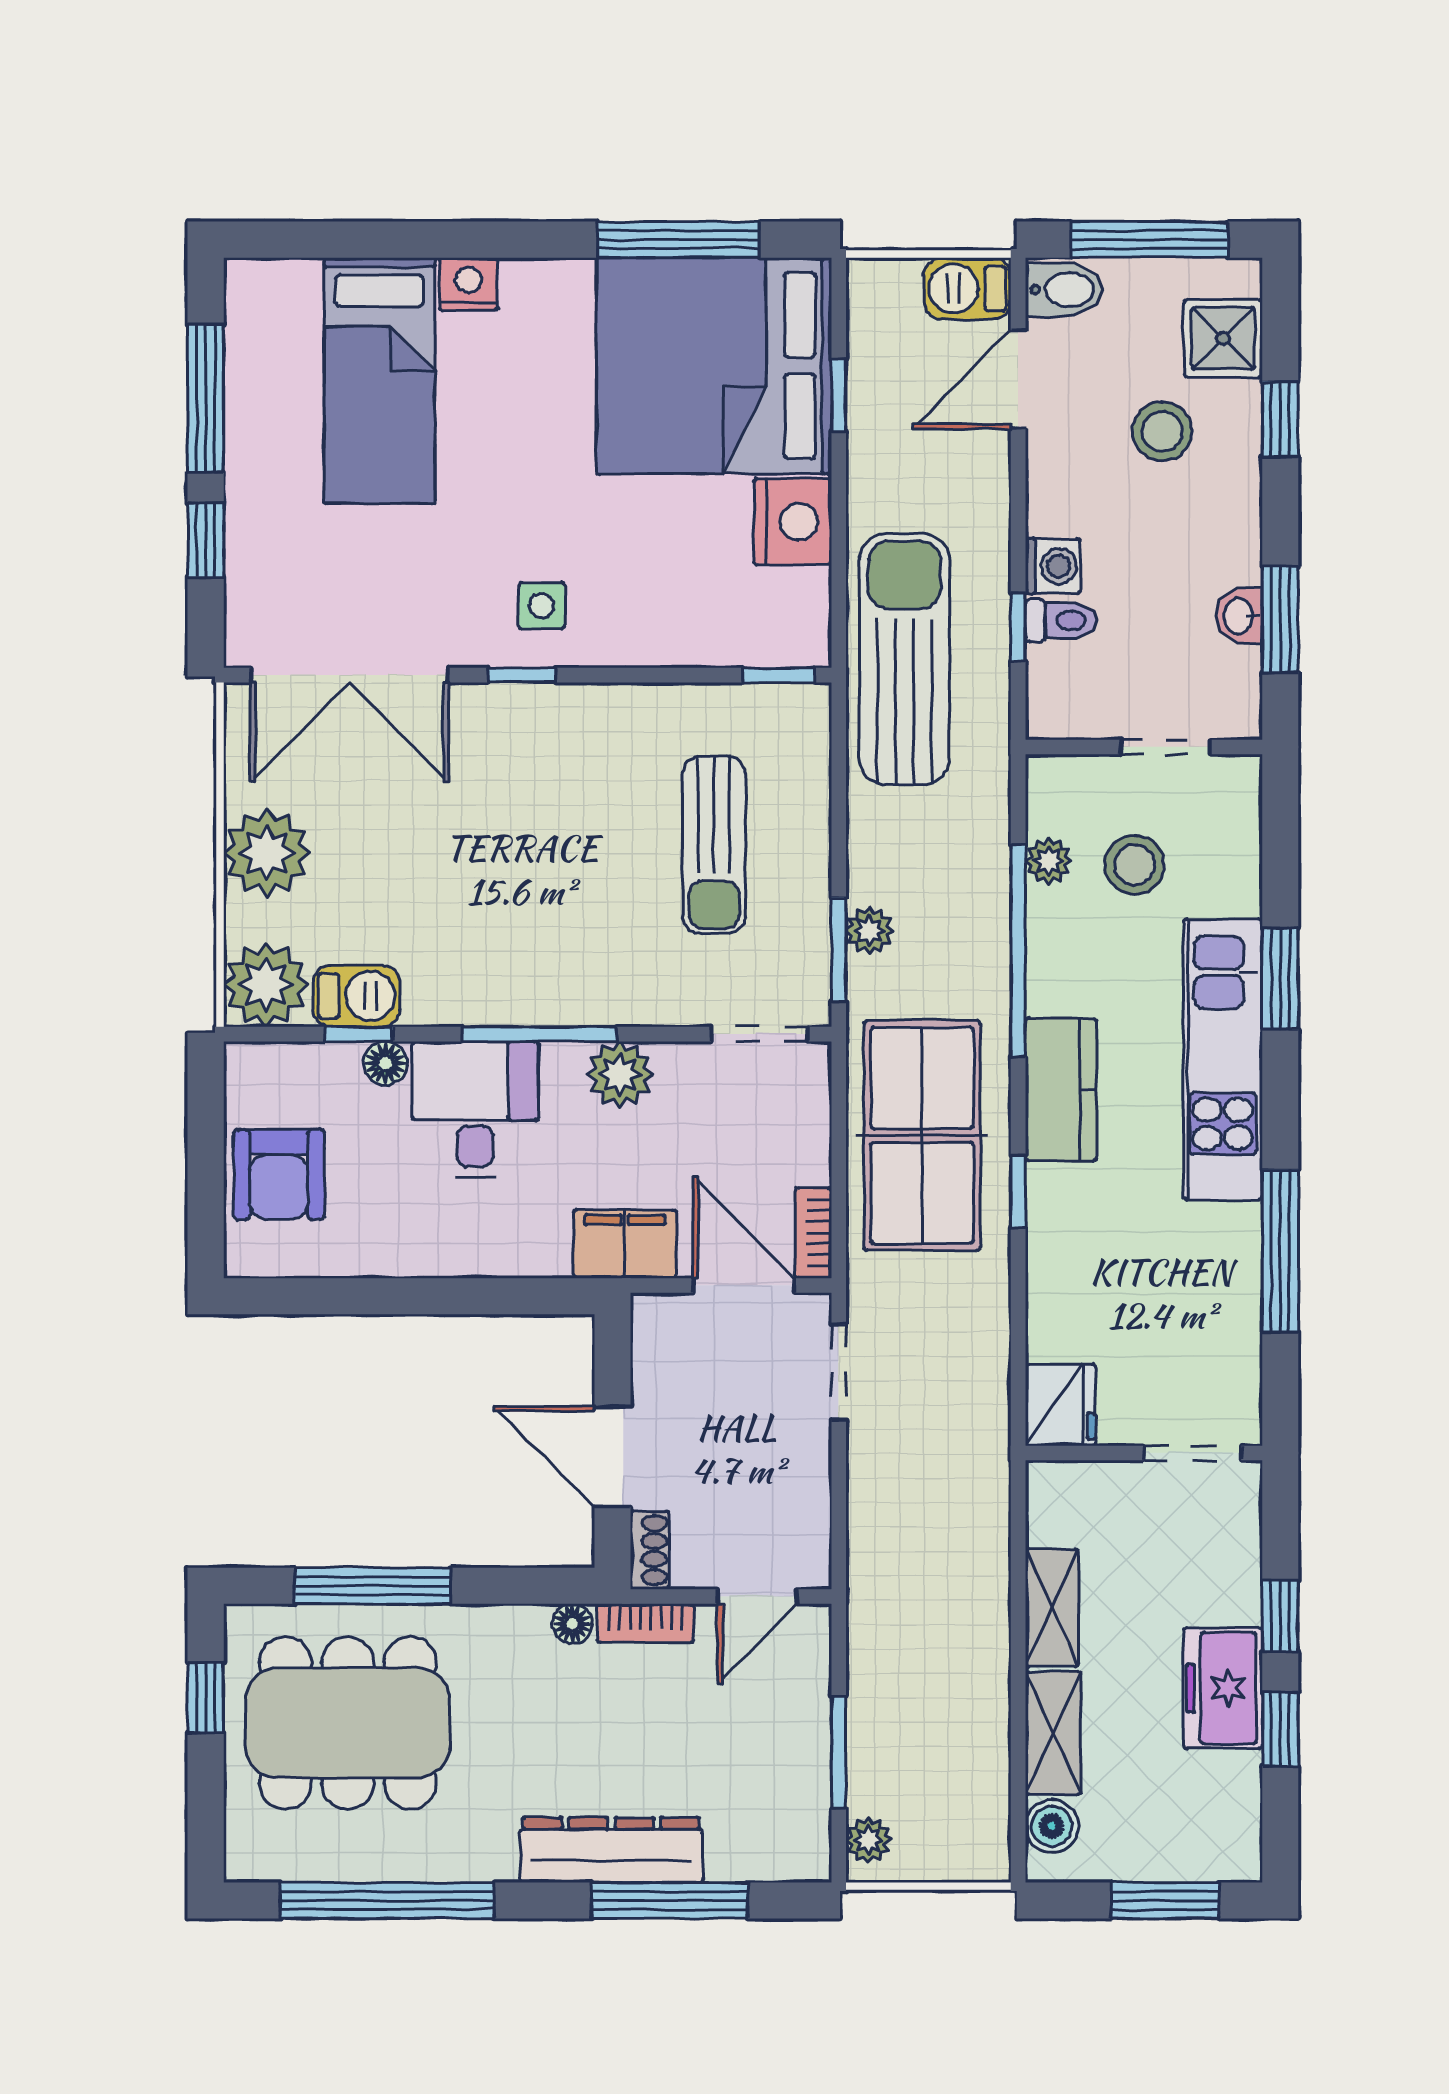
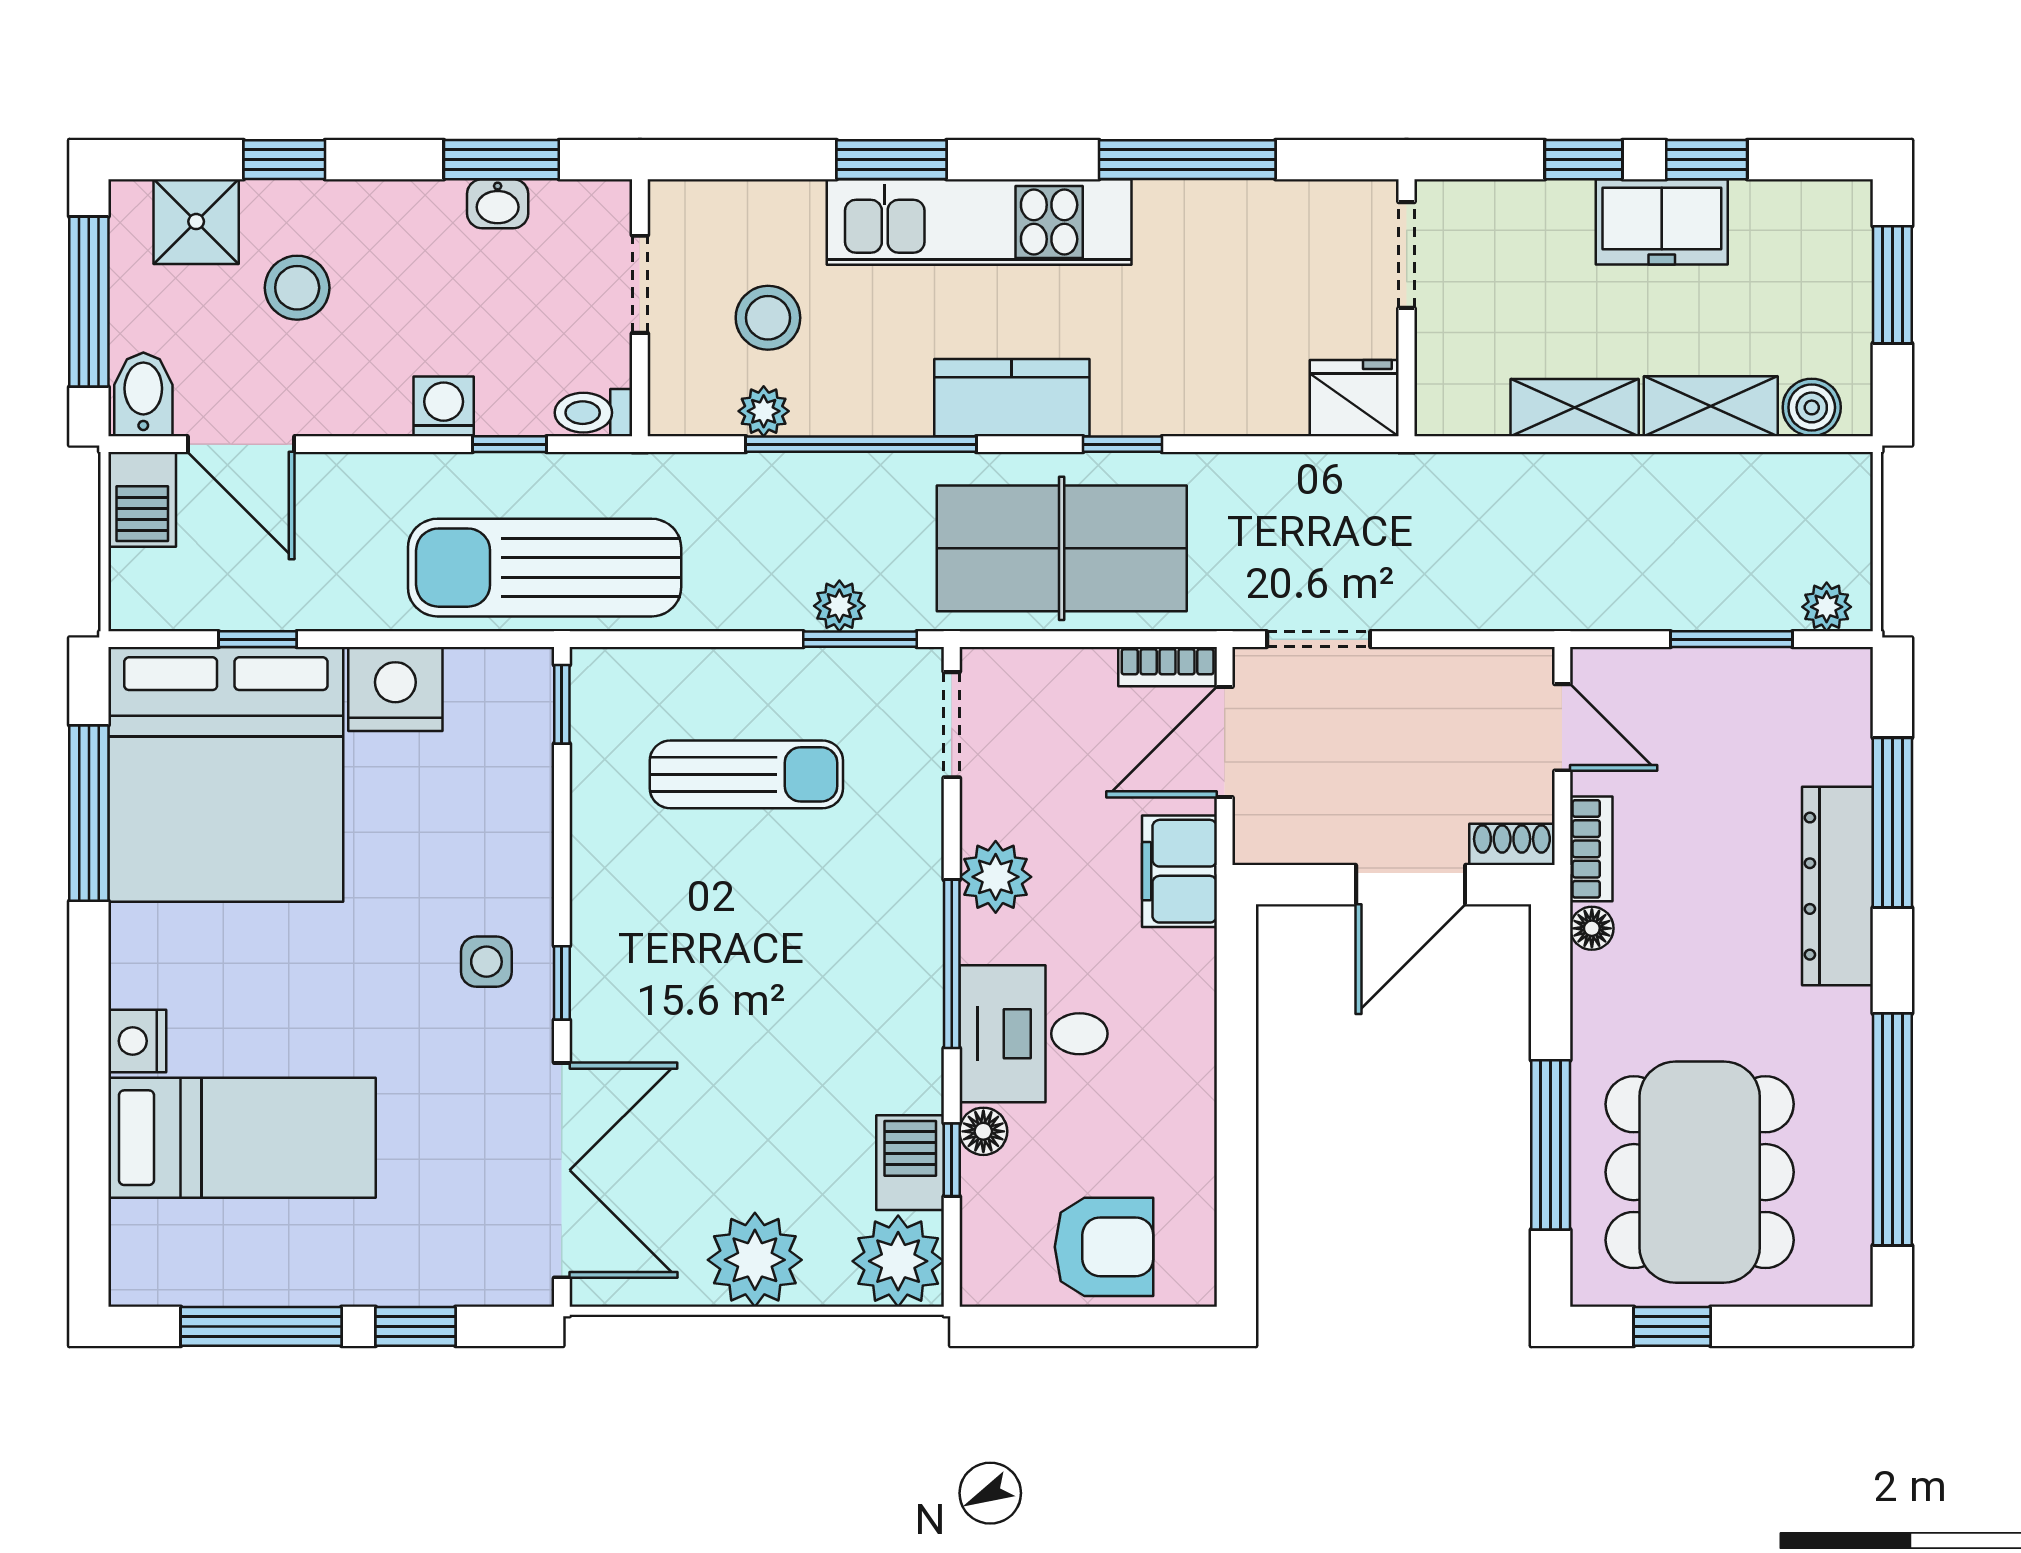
toilet: (1061, 621) -> (593, 413), moved, turned -90

